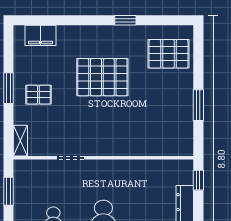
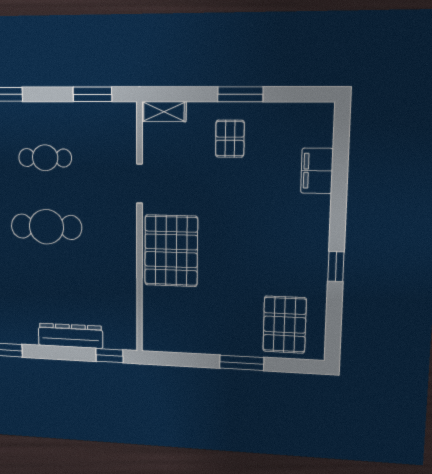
filing cabinet: (40, 35) -> (317, 171), moved
pallet: (102, 77) -> (171, 251), moved
window: (198, 105) -> (242, 363), moved

